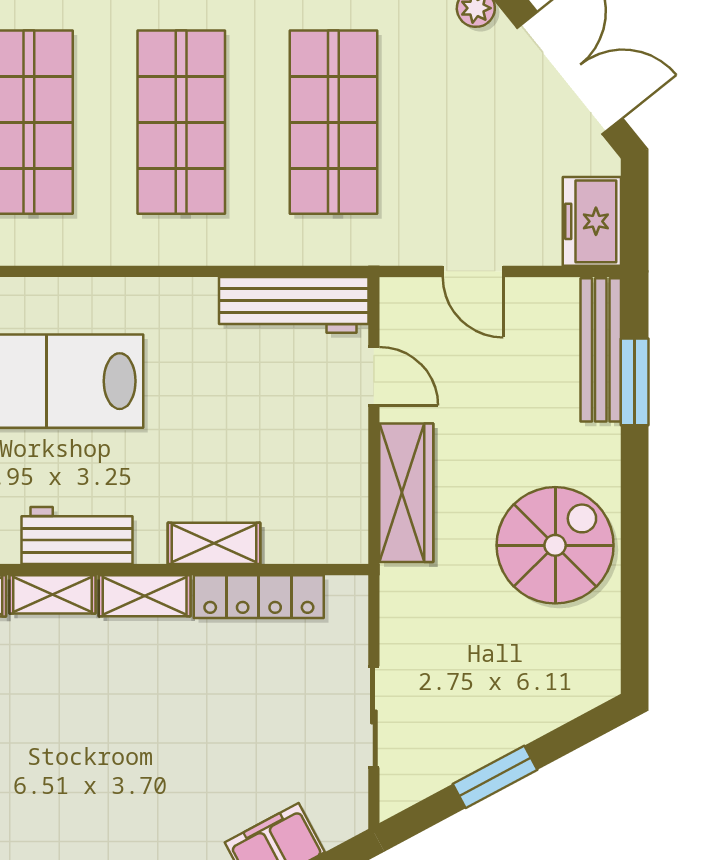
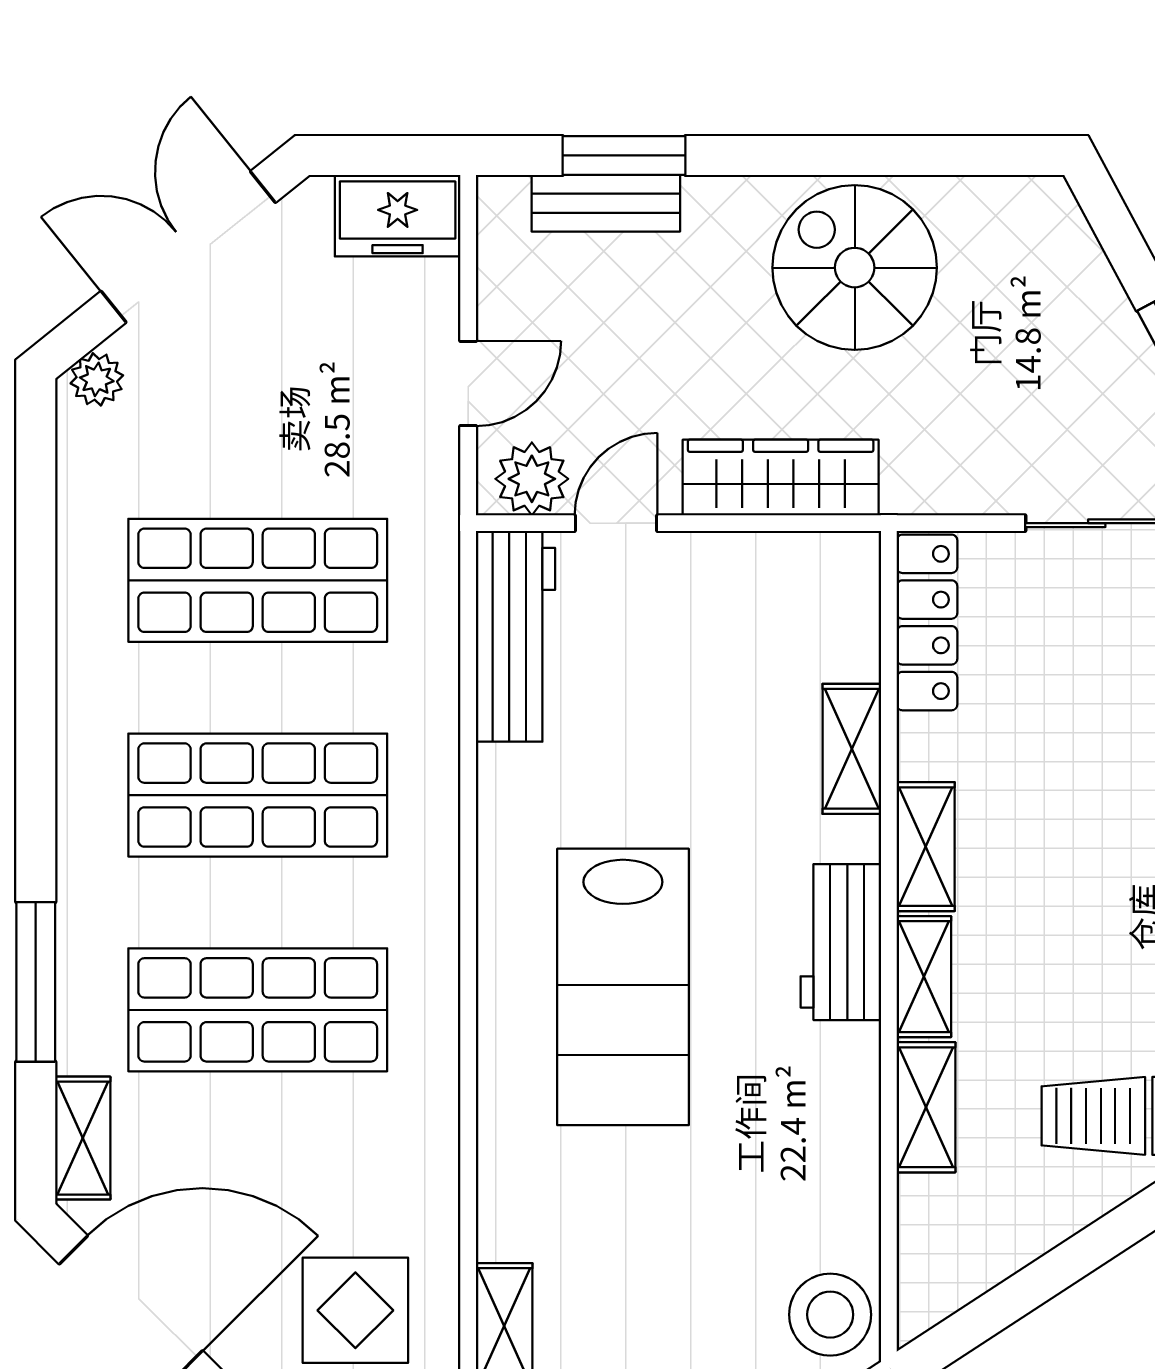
plant: (405, 317) -> (532, 479), added
bench: (601, 350) -> (606, 203), width x0.73
locker: (259, 597) -> (927, 622), moved

